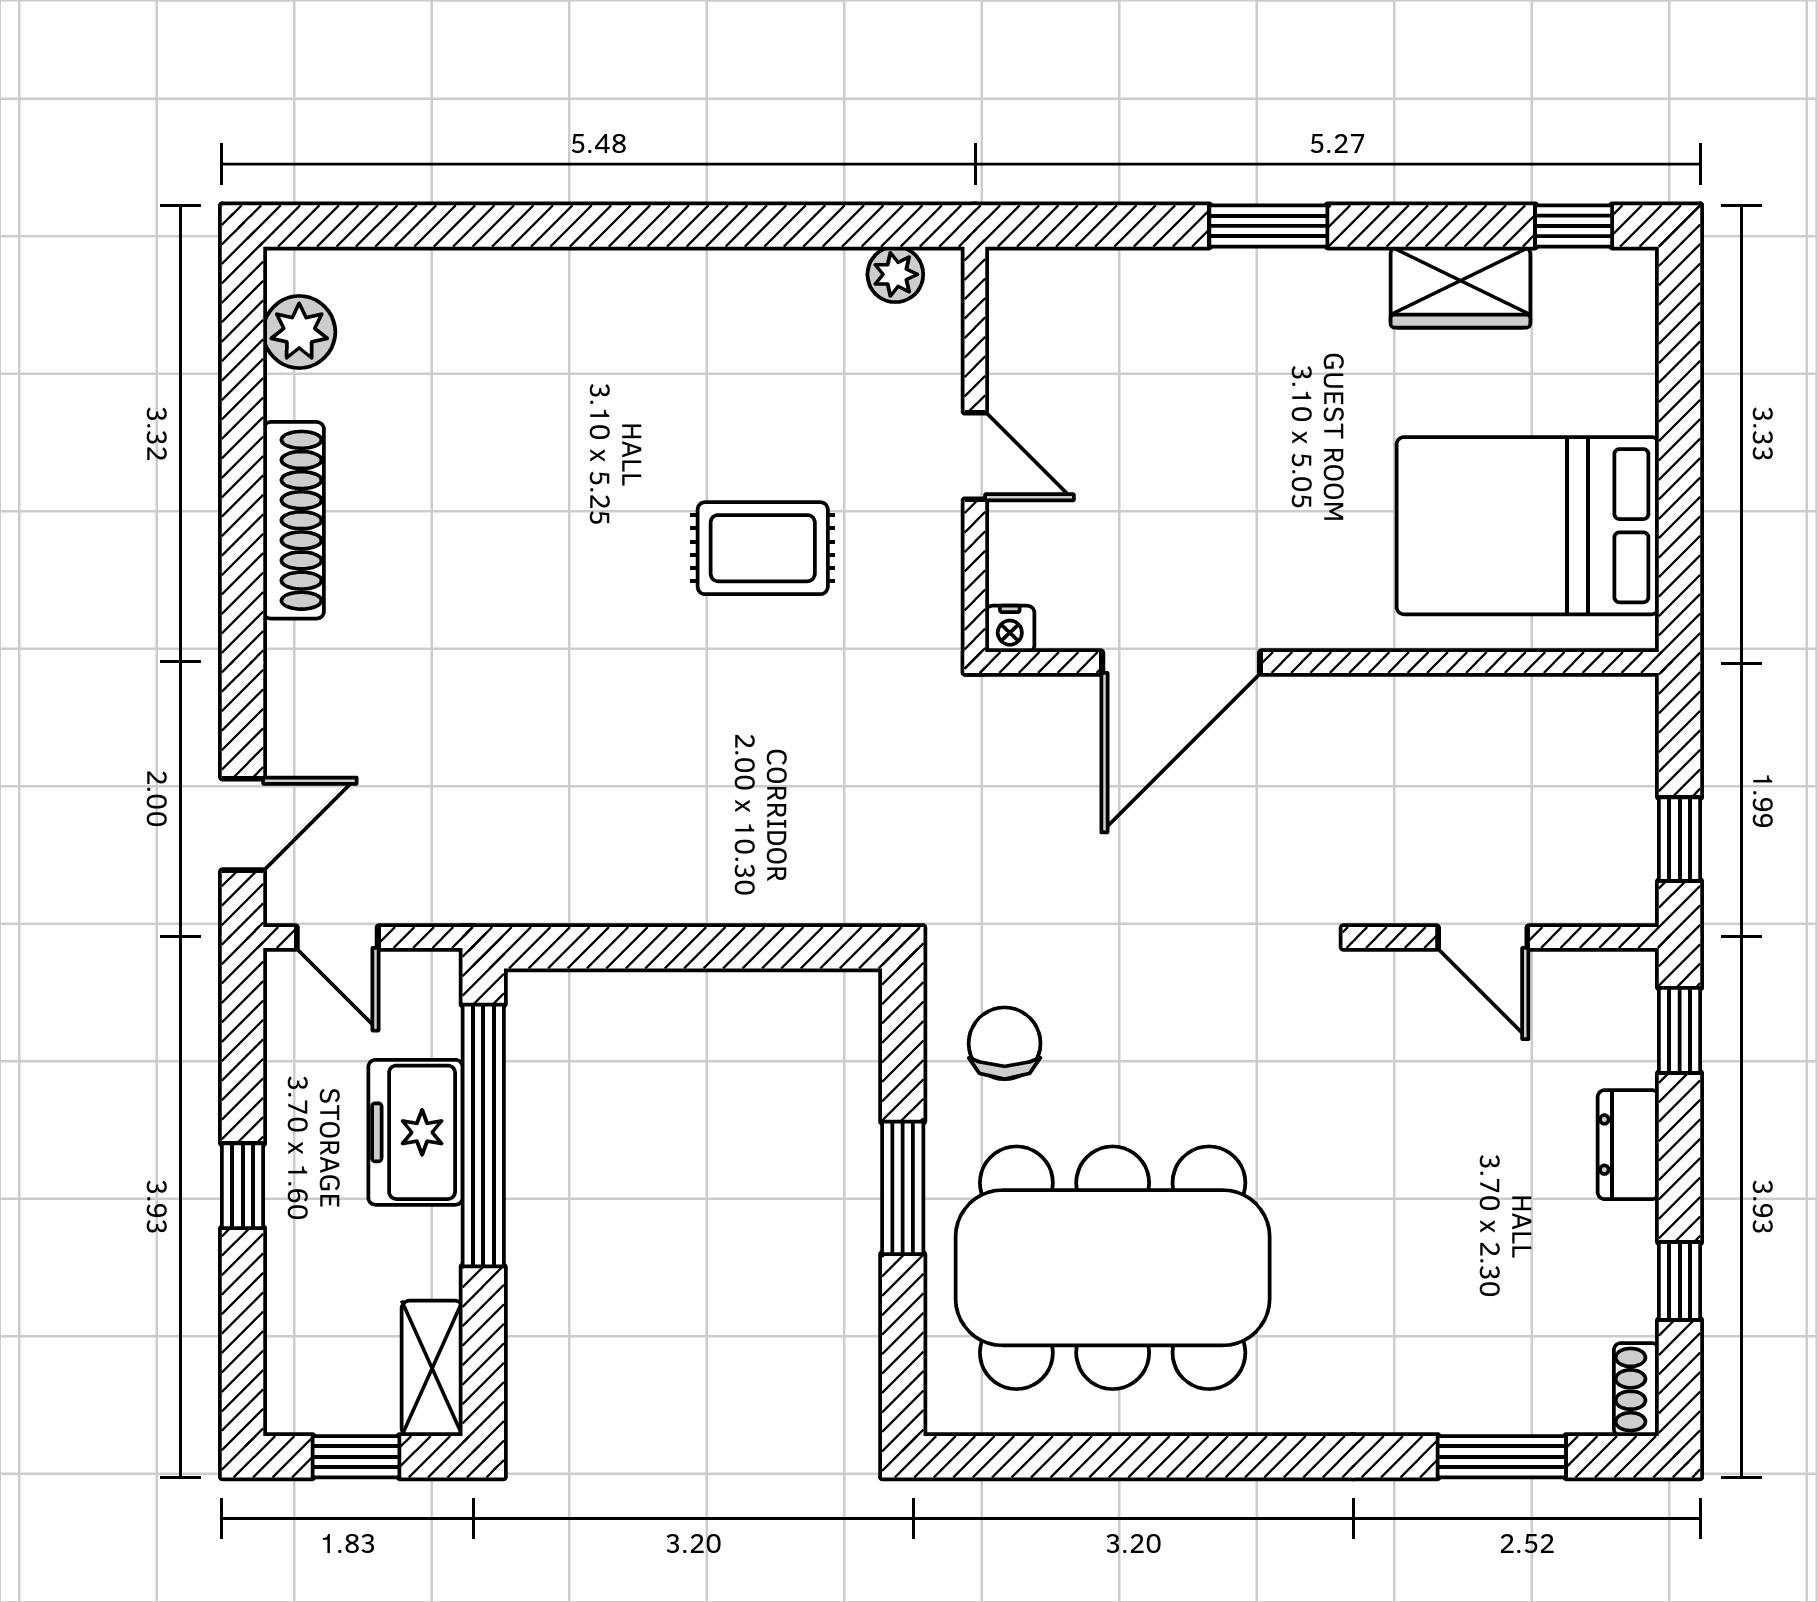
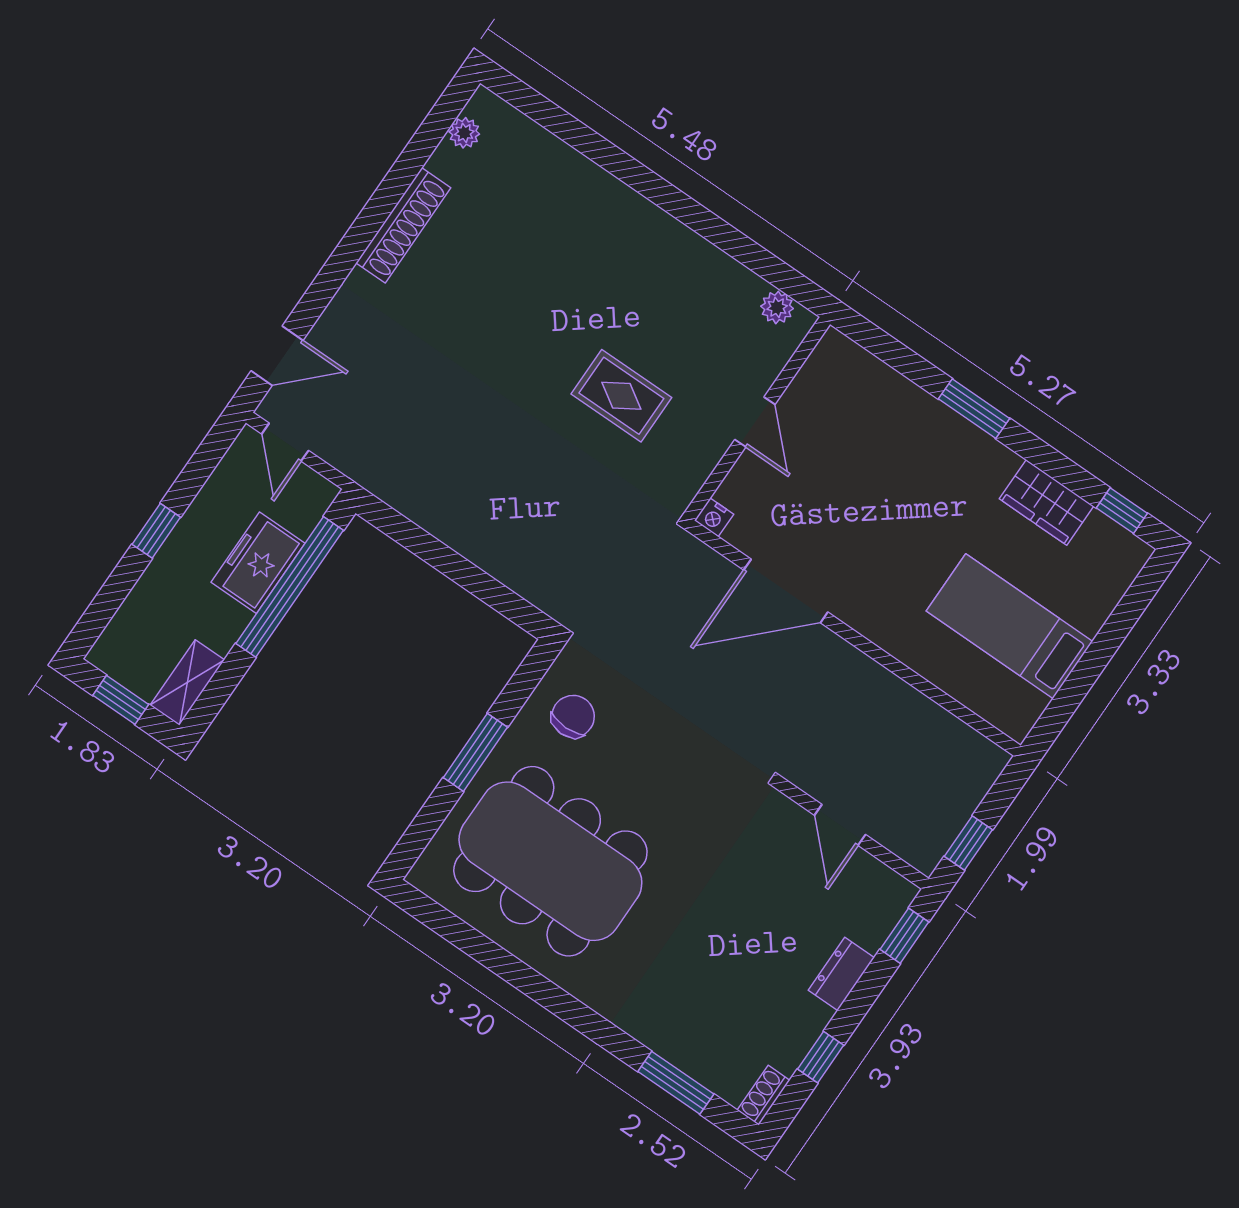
plant: (299, 332) -> (464, 133), width x0.73, depth x0.73
bed: (1528, 526) -> (1009, 626), width x0.67

